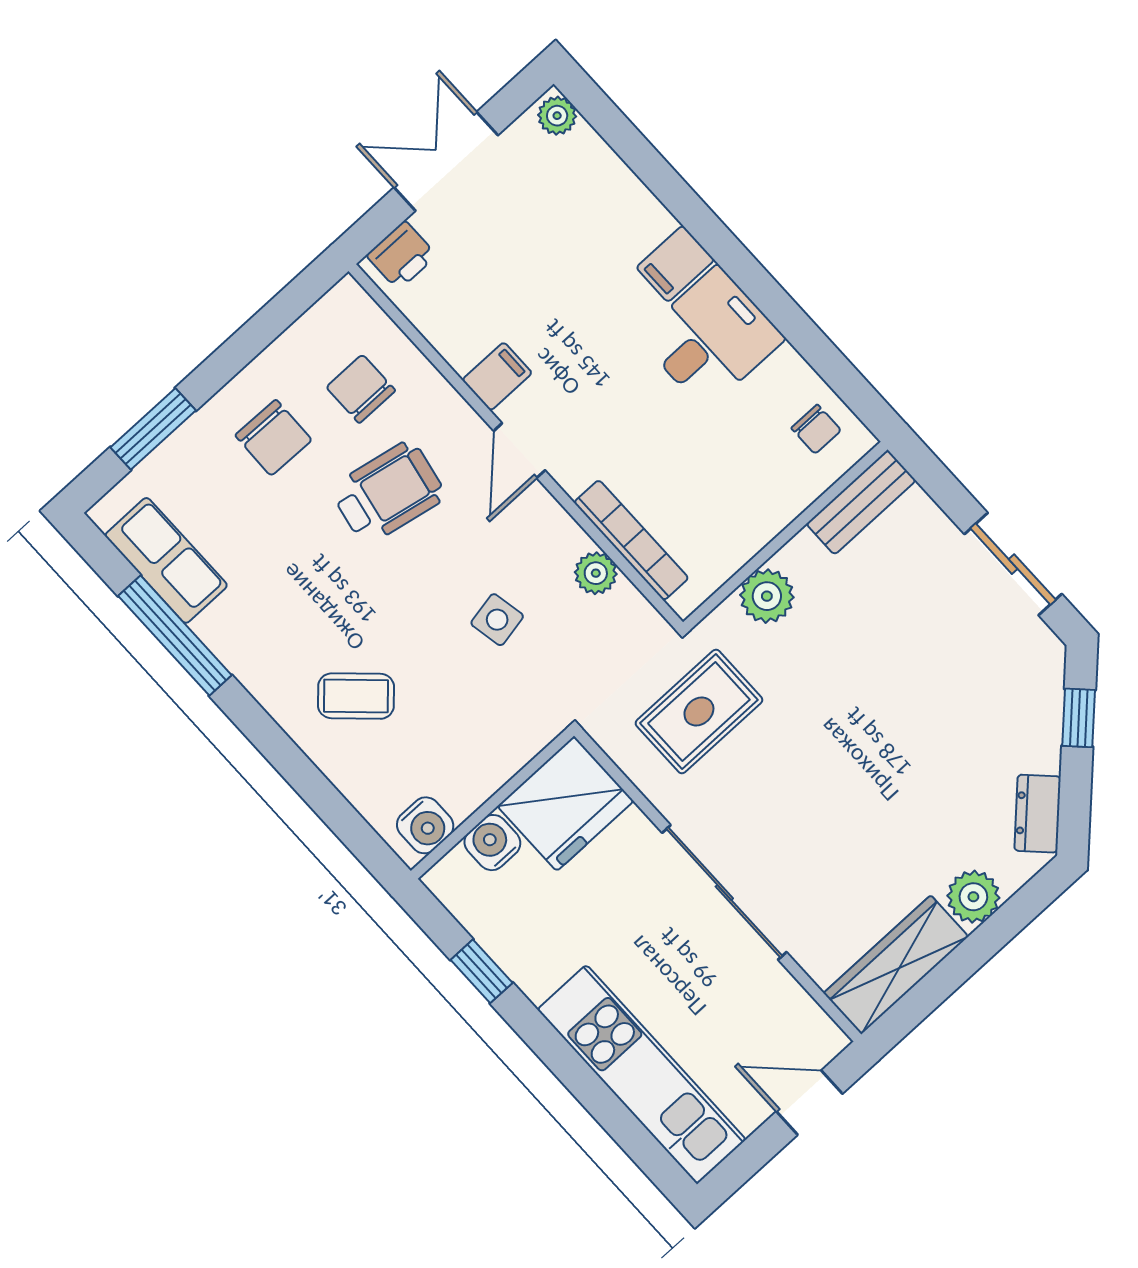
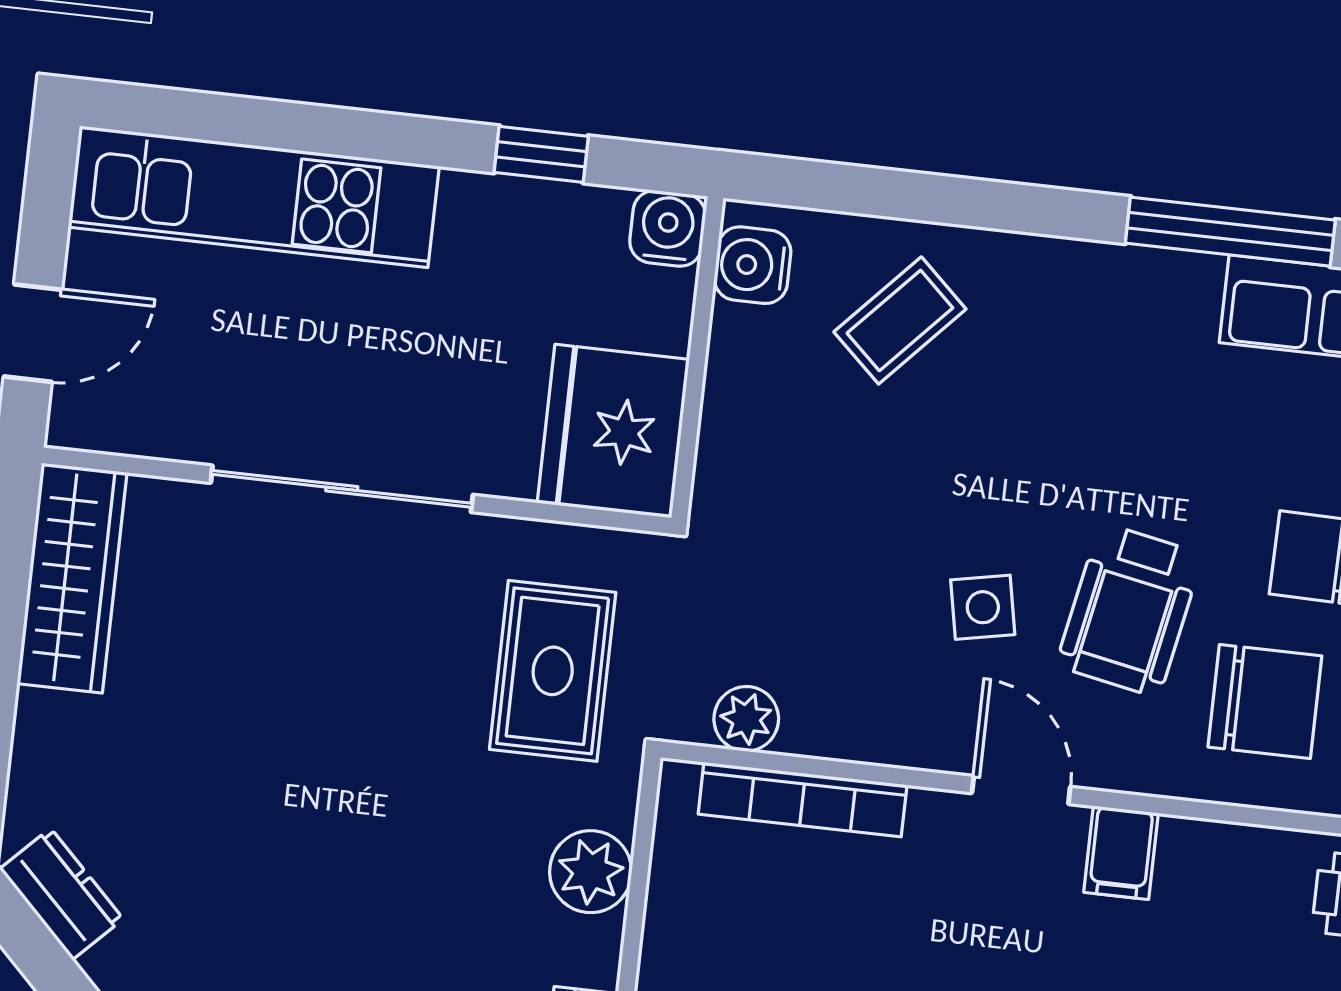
chair: (361, 389) -> (1265, 701), width x1.37, depth x1.37
plant: (596, 573) -> (746, 719), moved
side table: (497, 620) -> (983, 607), moved
coffee table: (356, 696) -> (900, 320), moved
water cooler: (492, 843) -> (668, 228), moved, turned -90
plant: (973, 897) -> (52, 734), removed

